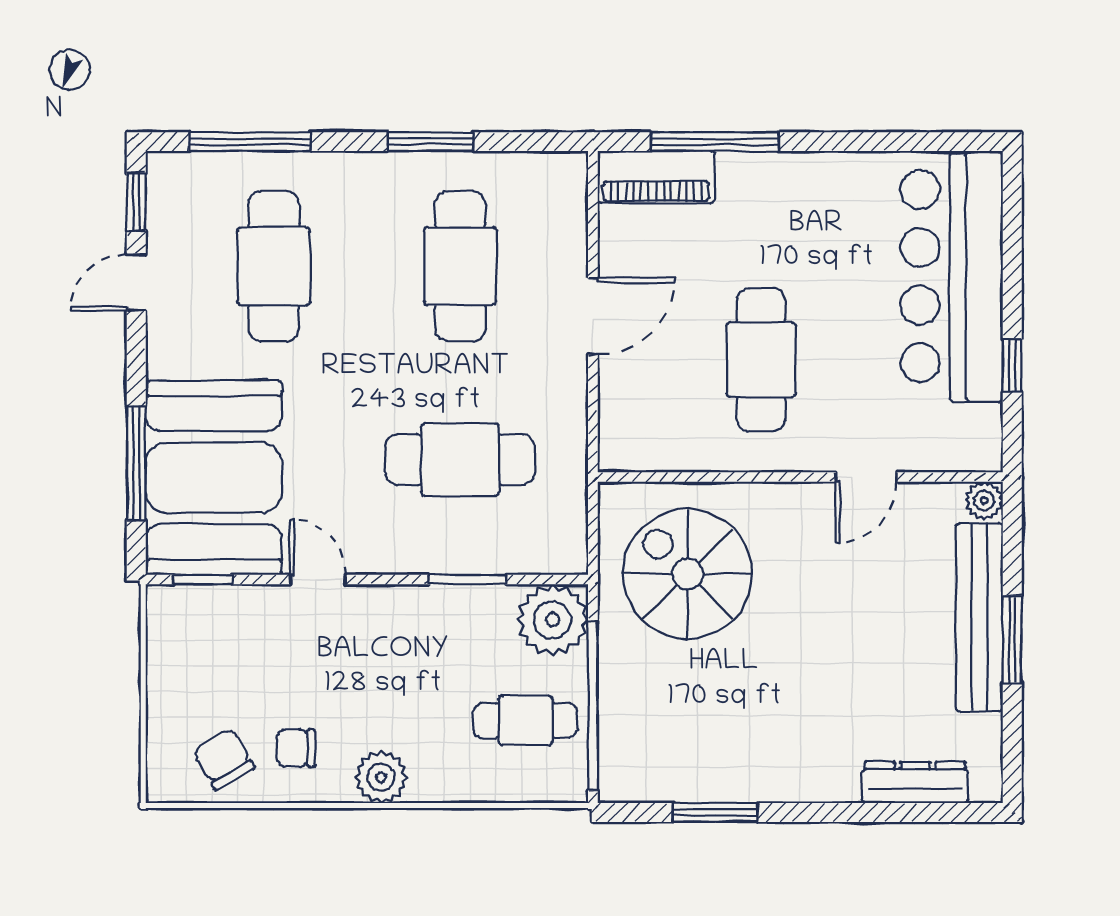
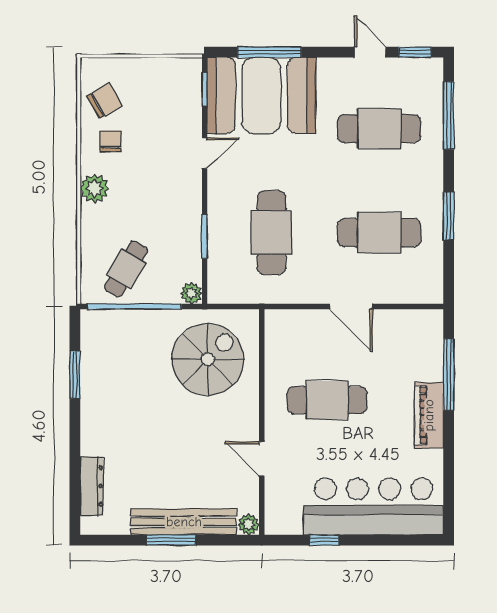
piano: (656, 177) -> (429, 415), moved
plant: (553, 620) -> (191, 293), width x0.53, depth x0.53
cafe table: (526, 721) -> (126, 269), turned 31

